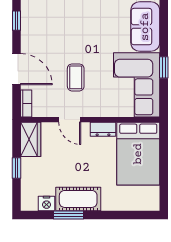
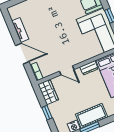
window: (16, 21) -> (10, 25), removed
tv unit: (28, 34) -> (20, 30), added
coffee table: (76, 77) -> (60, 44), removed

